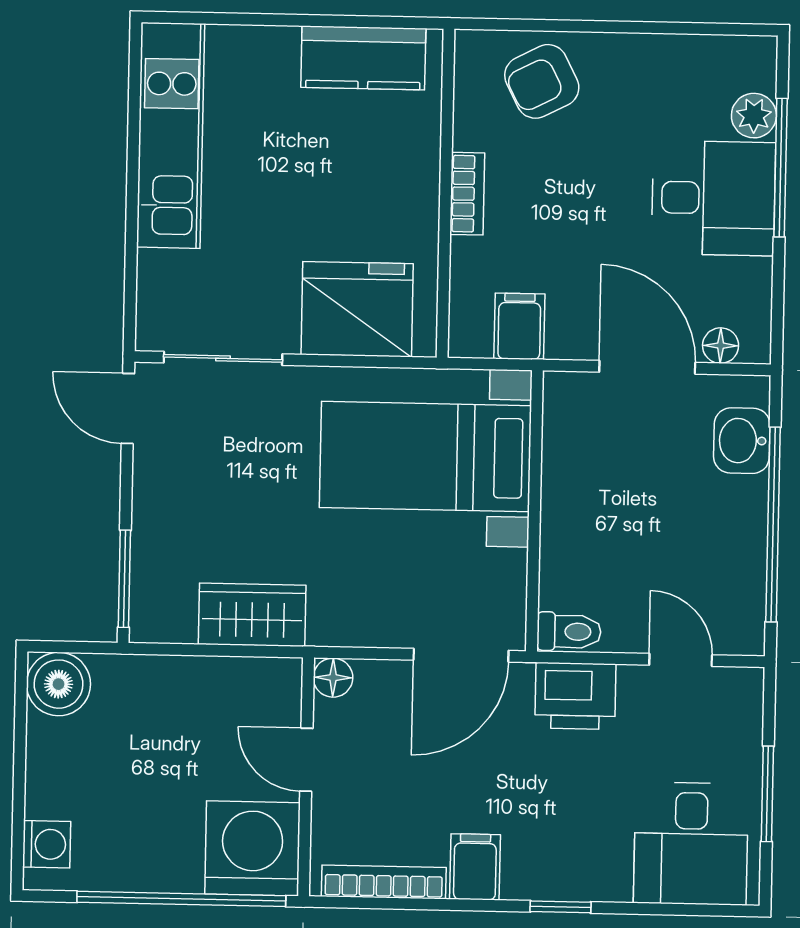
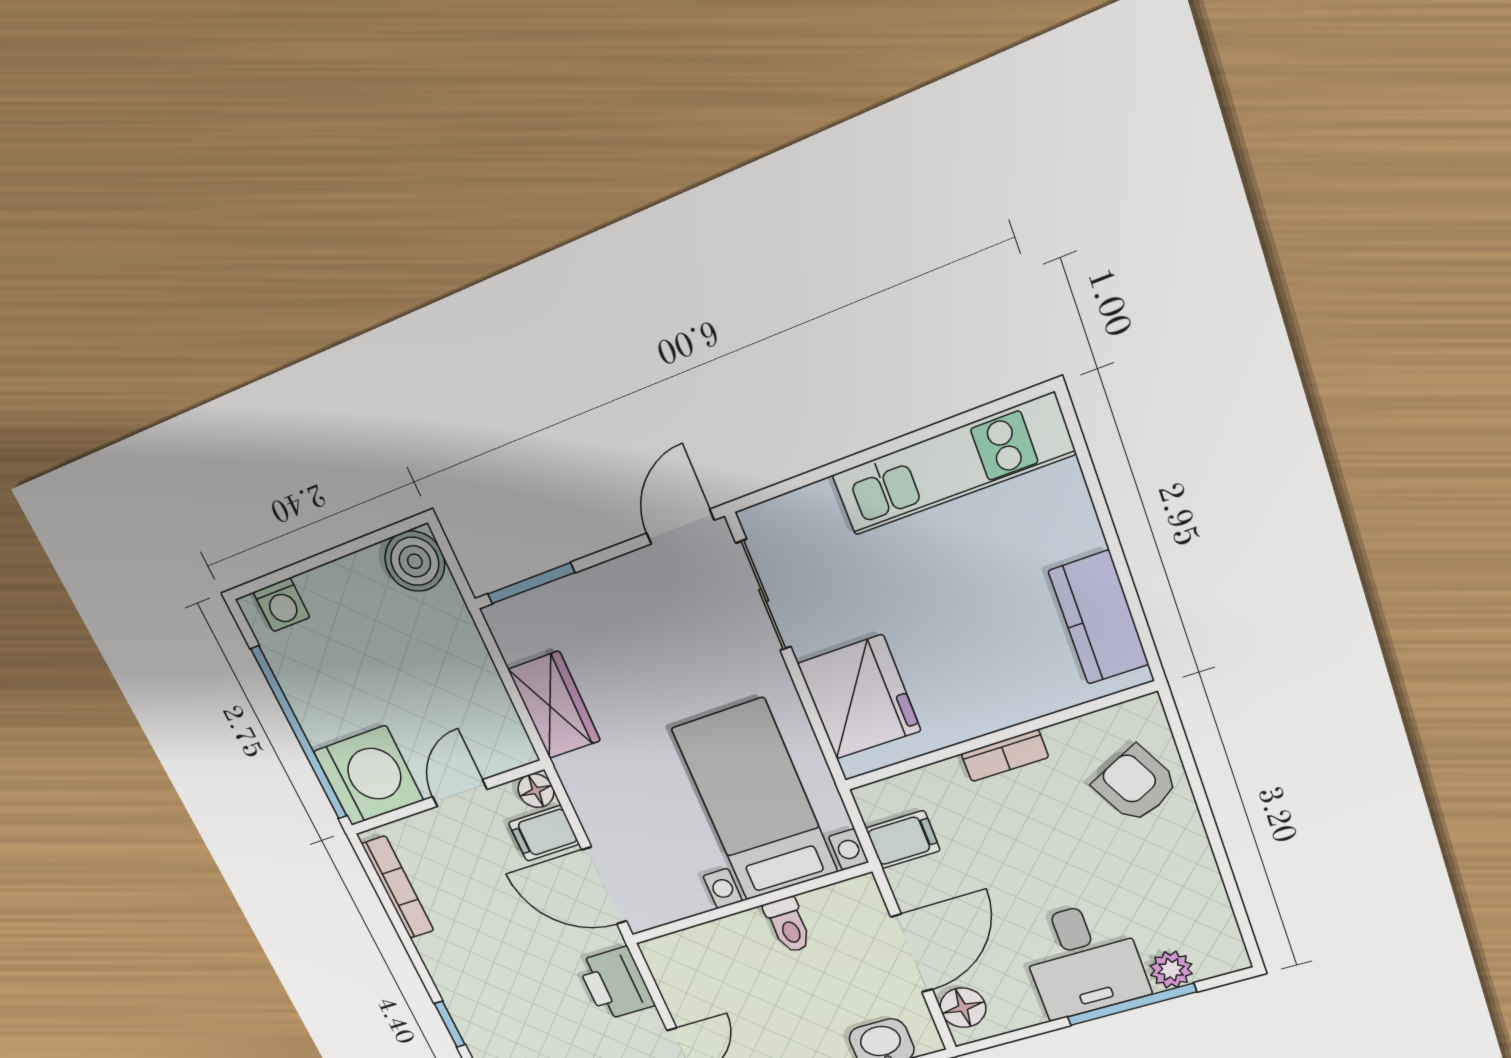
floor lamp: (721, 346) -> (963, 1008), width x1.37, depth x1.37
toilet: (569, 632) -> (788, 925), moved
filing cabinet: (475, 867) -> (544, 833), moved, turned 180

